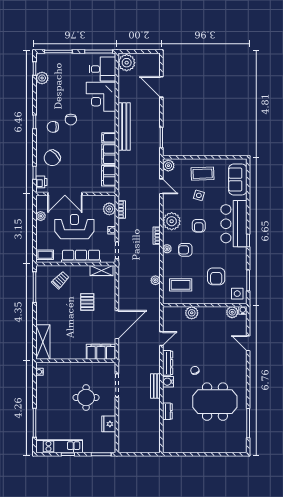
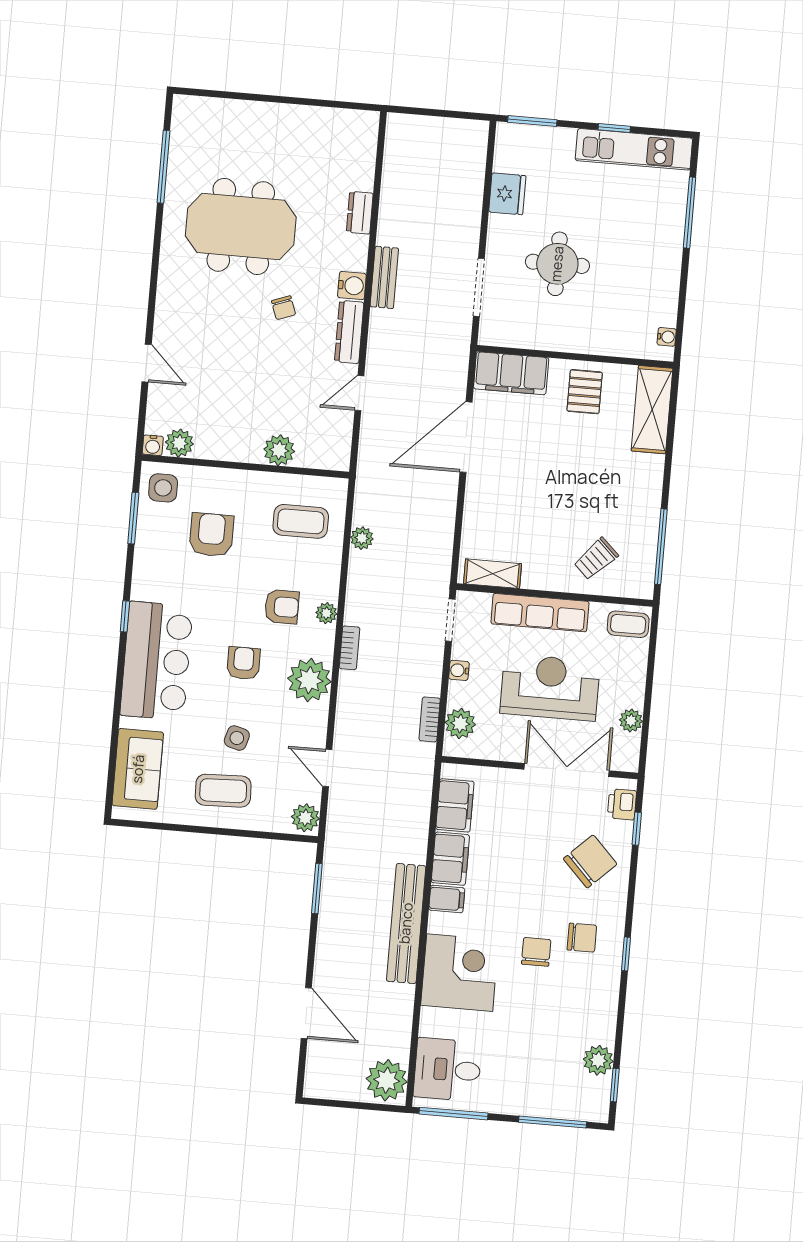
corner desk: (101, 97) -> (460, 973), moved
reception desk: (74, 227) -> (550, 687), turned 180
pallet: (87, 302) -> (585, 392), moved

